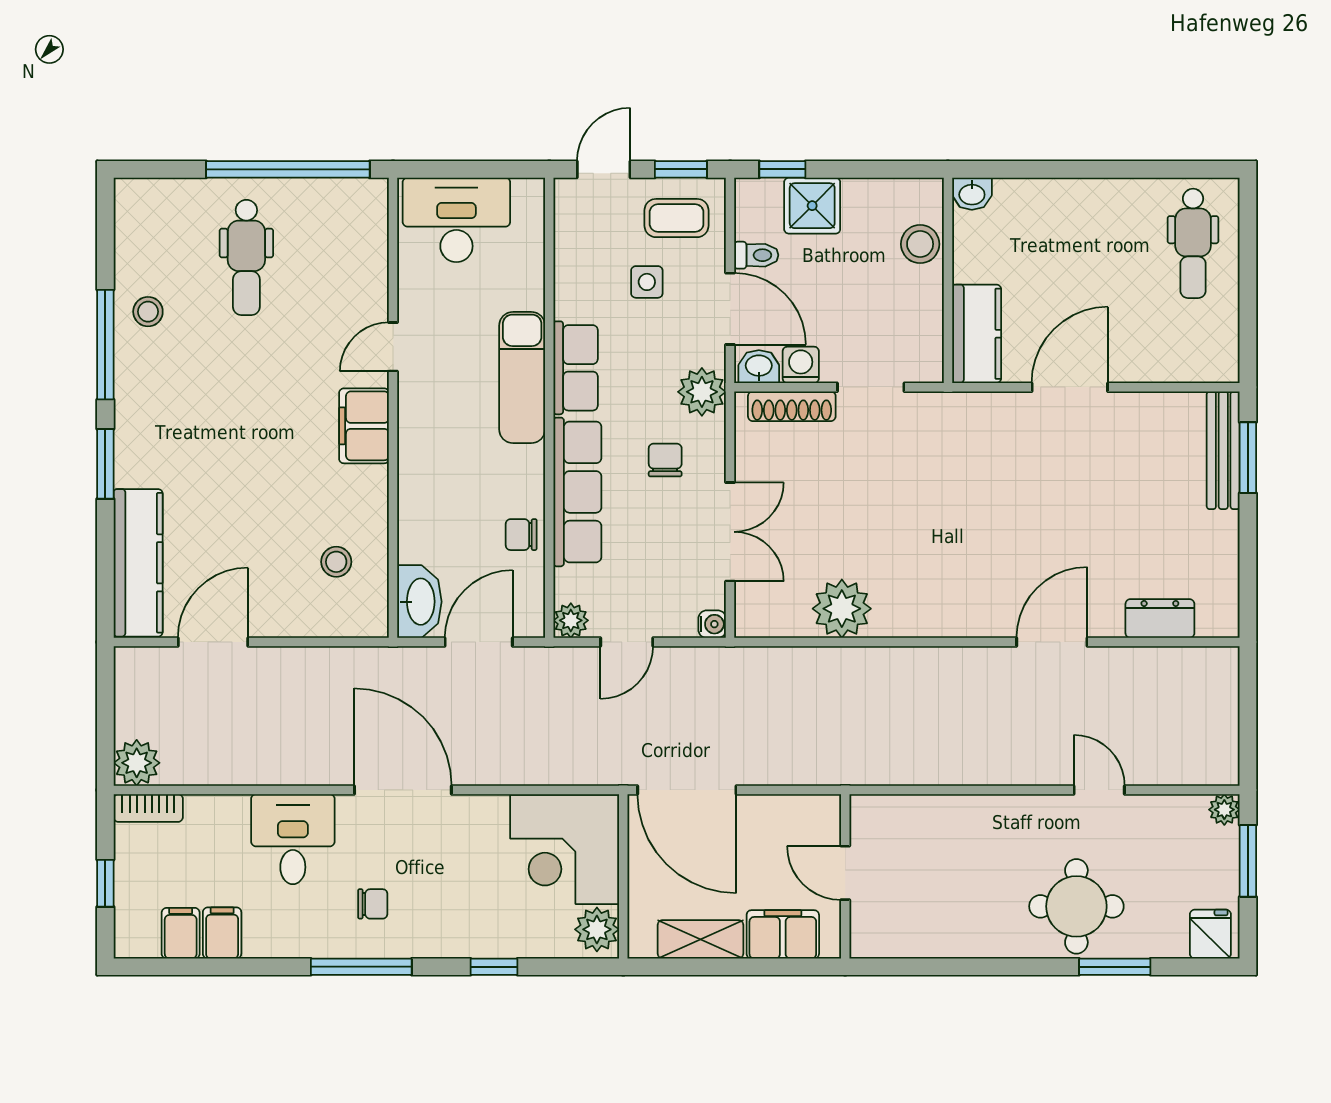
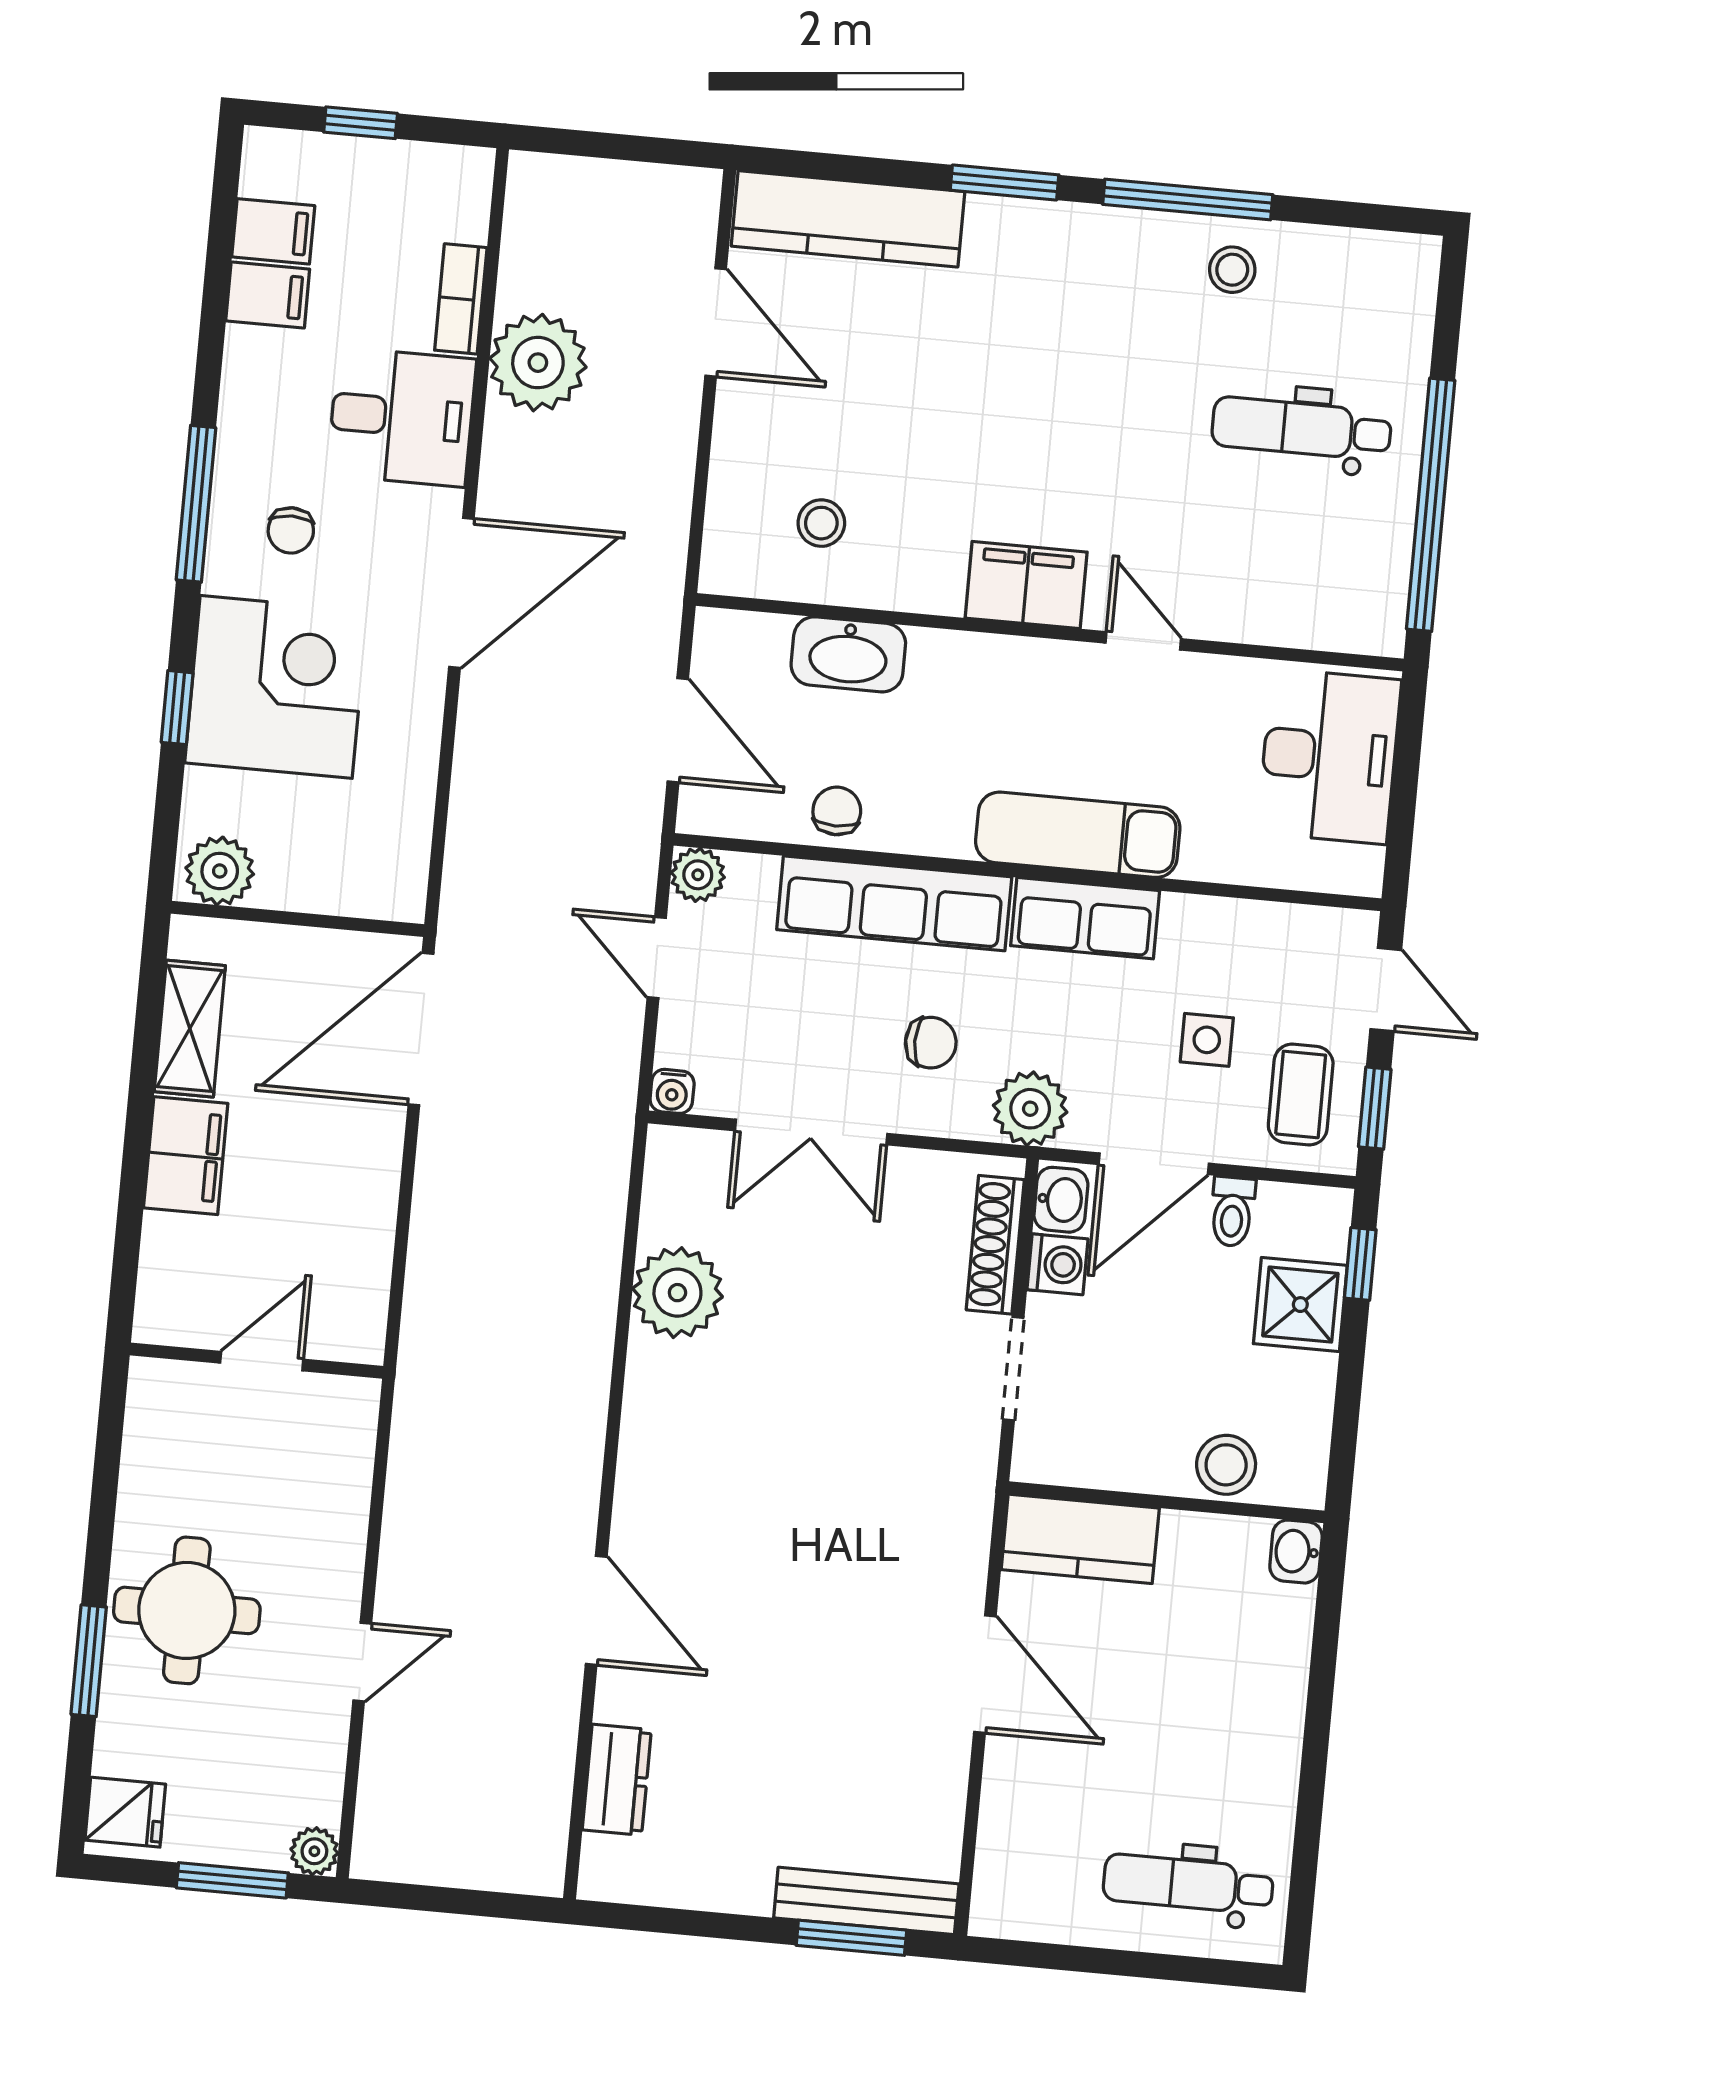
washbasin: (419, 602) -> (848, 654), moved
plant: (137, 763) -> (538, 363), moved, width x1.36, depth x1.36
bookcase: (148, 808) -> (461, 299), moved
corner desk: (565, 849) -> (276, 687), moved, turned 90
door: (845, 873) -> (262, 1361), moved
wall: (845, 876) -> (257, 1361), moved

